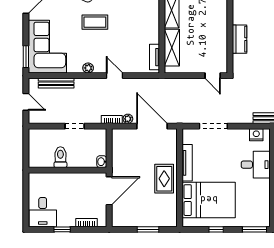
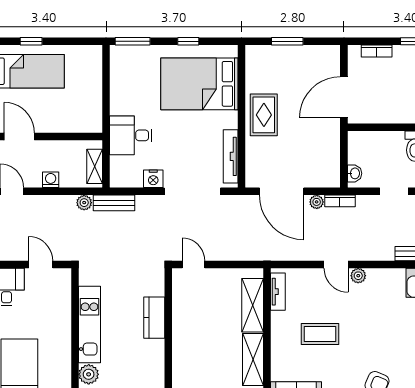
coffee table: (95, 22) -> (320, 334), moved
plant: (88, 68) -> (358, 276), moved
doorway: (213, 126) -> (192, 191), width x1.36
nightstand: (256, 135) -> (153, 179), moved
washbasin: (102, 162) -> (355, 173), moved
tv unit: (187, 163) -> (231, 156), moved

